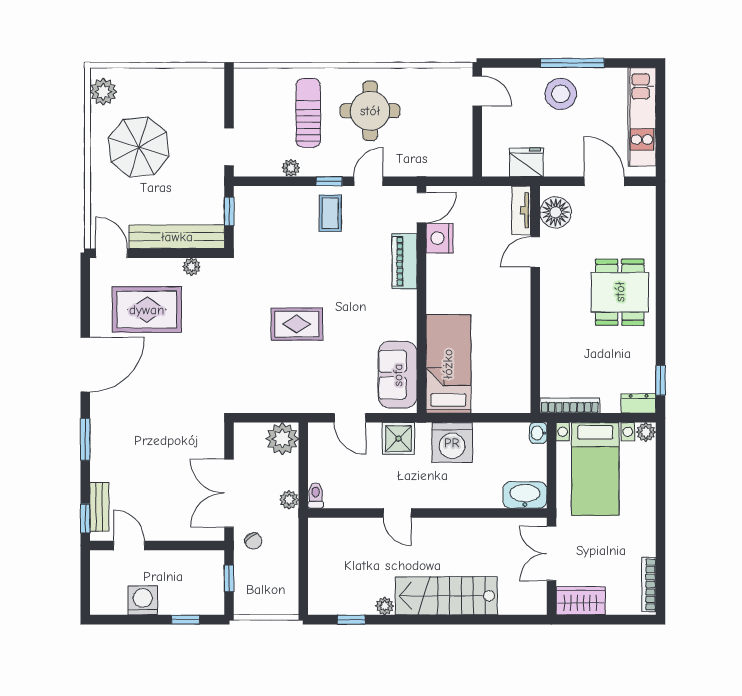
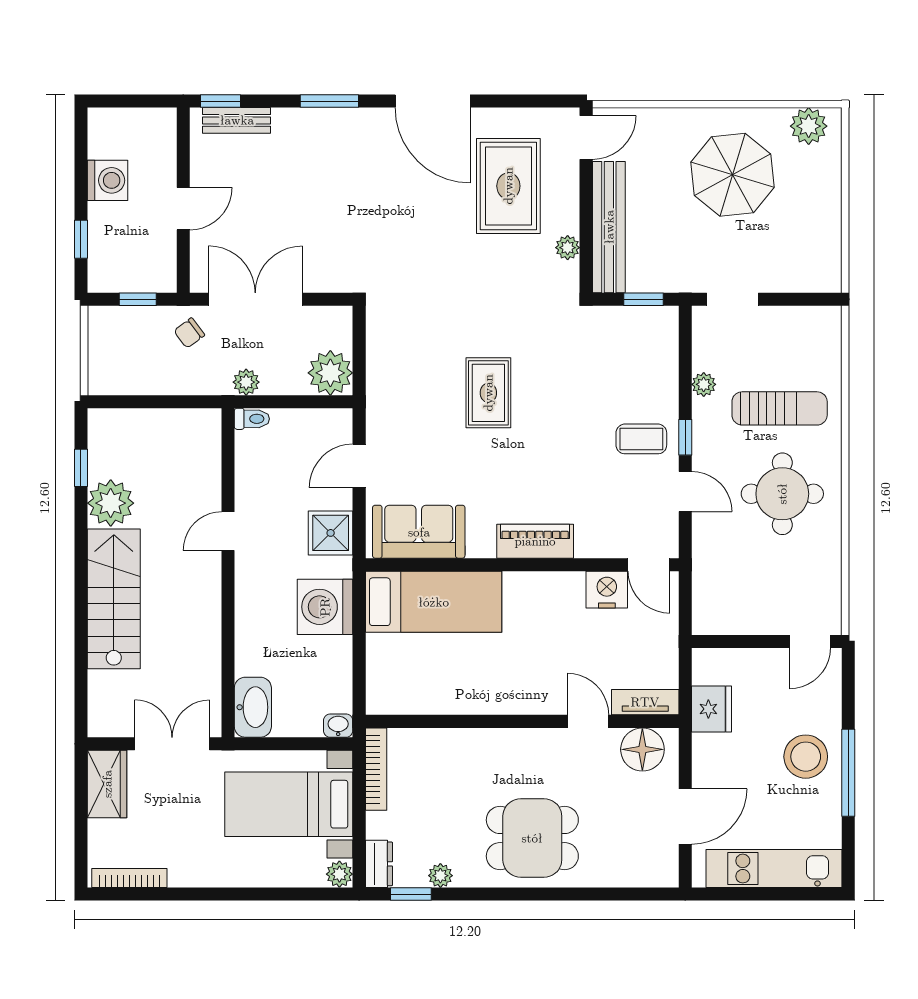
piano: (405, 261) -> (535, 541), moved
plant: (647, 359) -> (440, 876), added
door: (129, 545) -> (183, 209), moved
plant: (385, 606) -> (111, 503), width x1.88, depth x1.88

